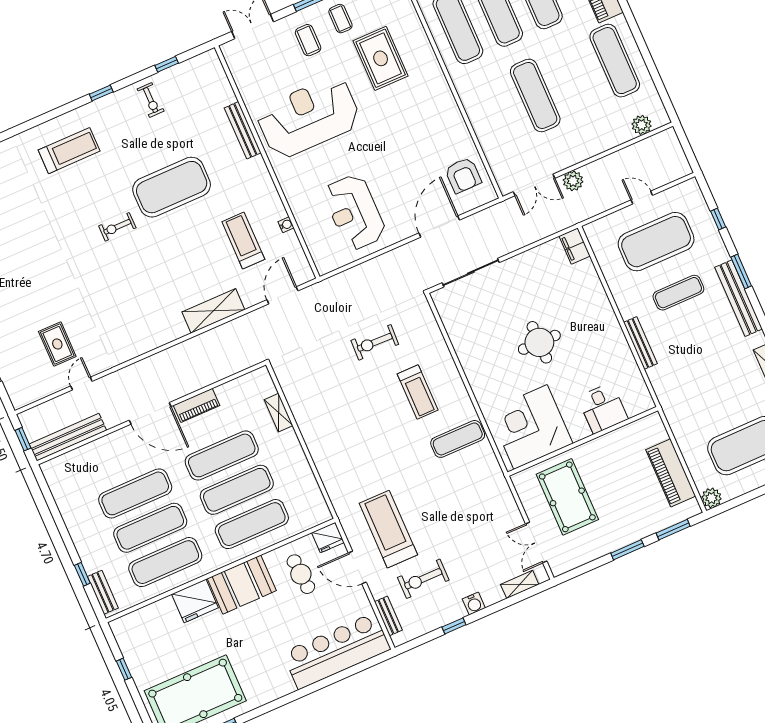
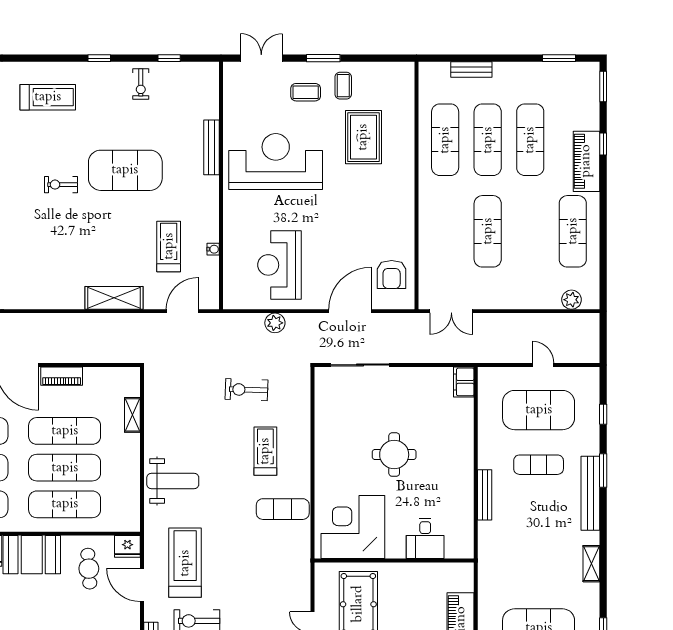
coffee table: (308, 40) -> (306, 92), turned 90
plant: (573, 181) -> (275, 323), moved
treadmill: (418, 392) -> (265, 451), turned 180
weight bench: (343, 458) -> (173, 481), added

